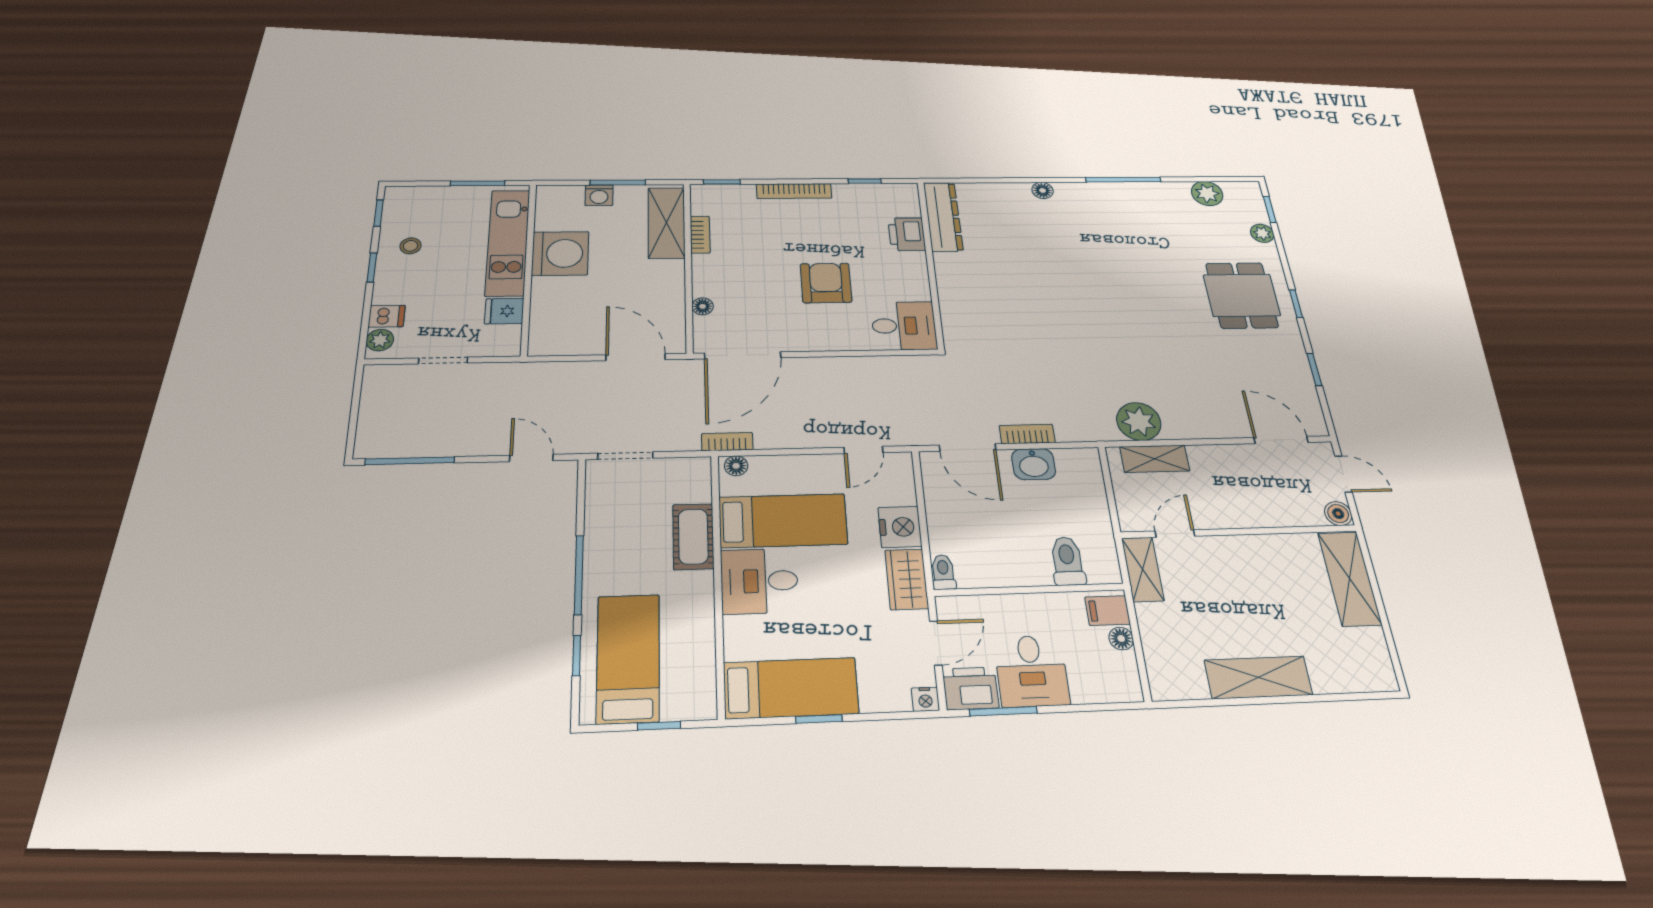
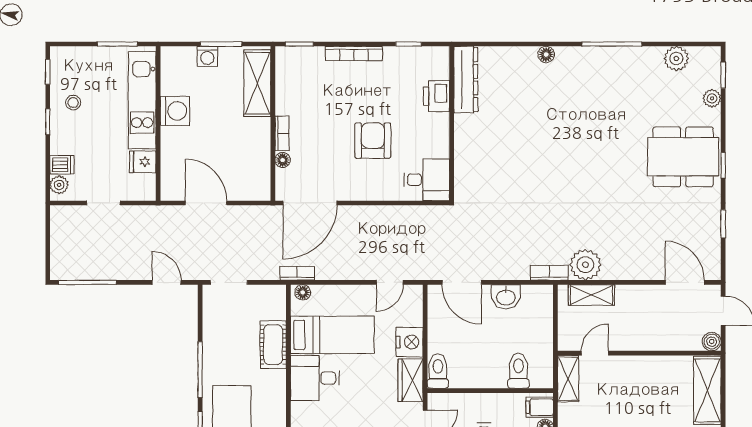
bookcase: (700, 235) -> (282, 133), moved
washing machine: (560, 253) -> (175, 111), width x0.73, depth x0.73
dining table: (1242, 295) -> (683, 157), width x1.38
door: (636, 357) -> (206, 203), moved
bookcase: (1027, 434) -> (549, 273), moved
toilet: (943, 572) -> (438, 371), width x1.37, depth x1.39

